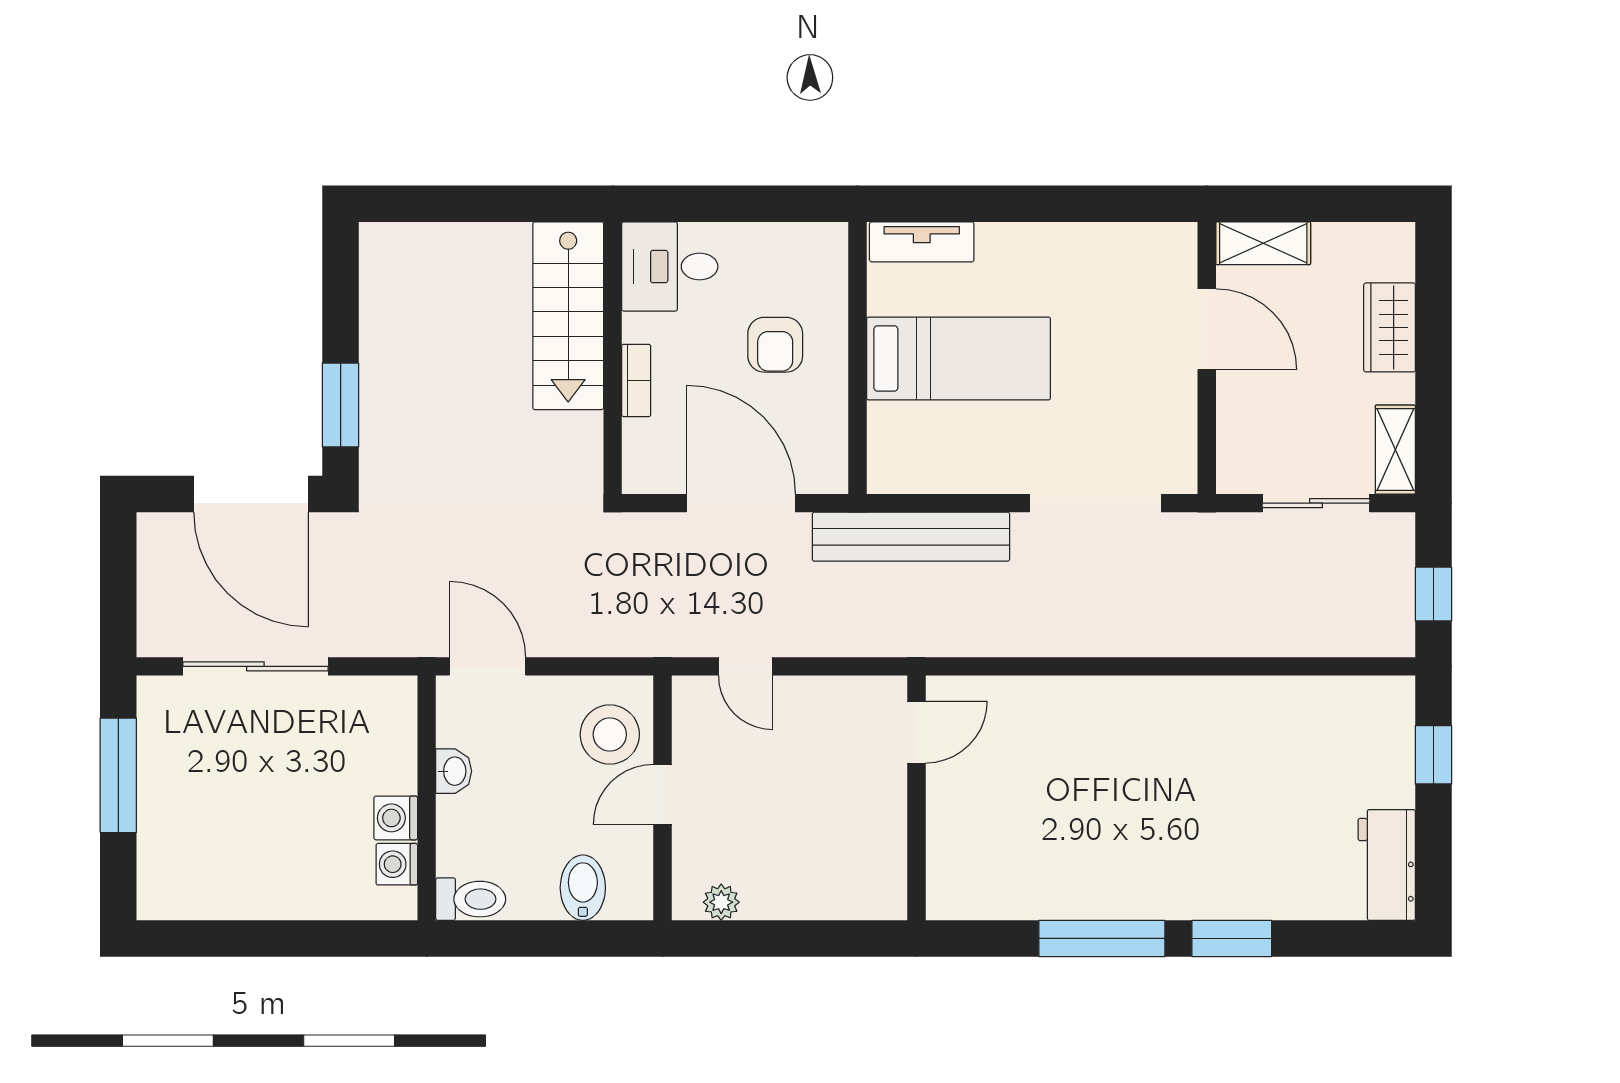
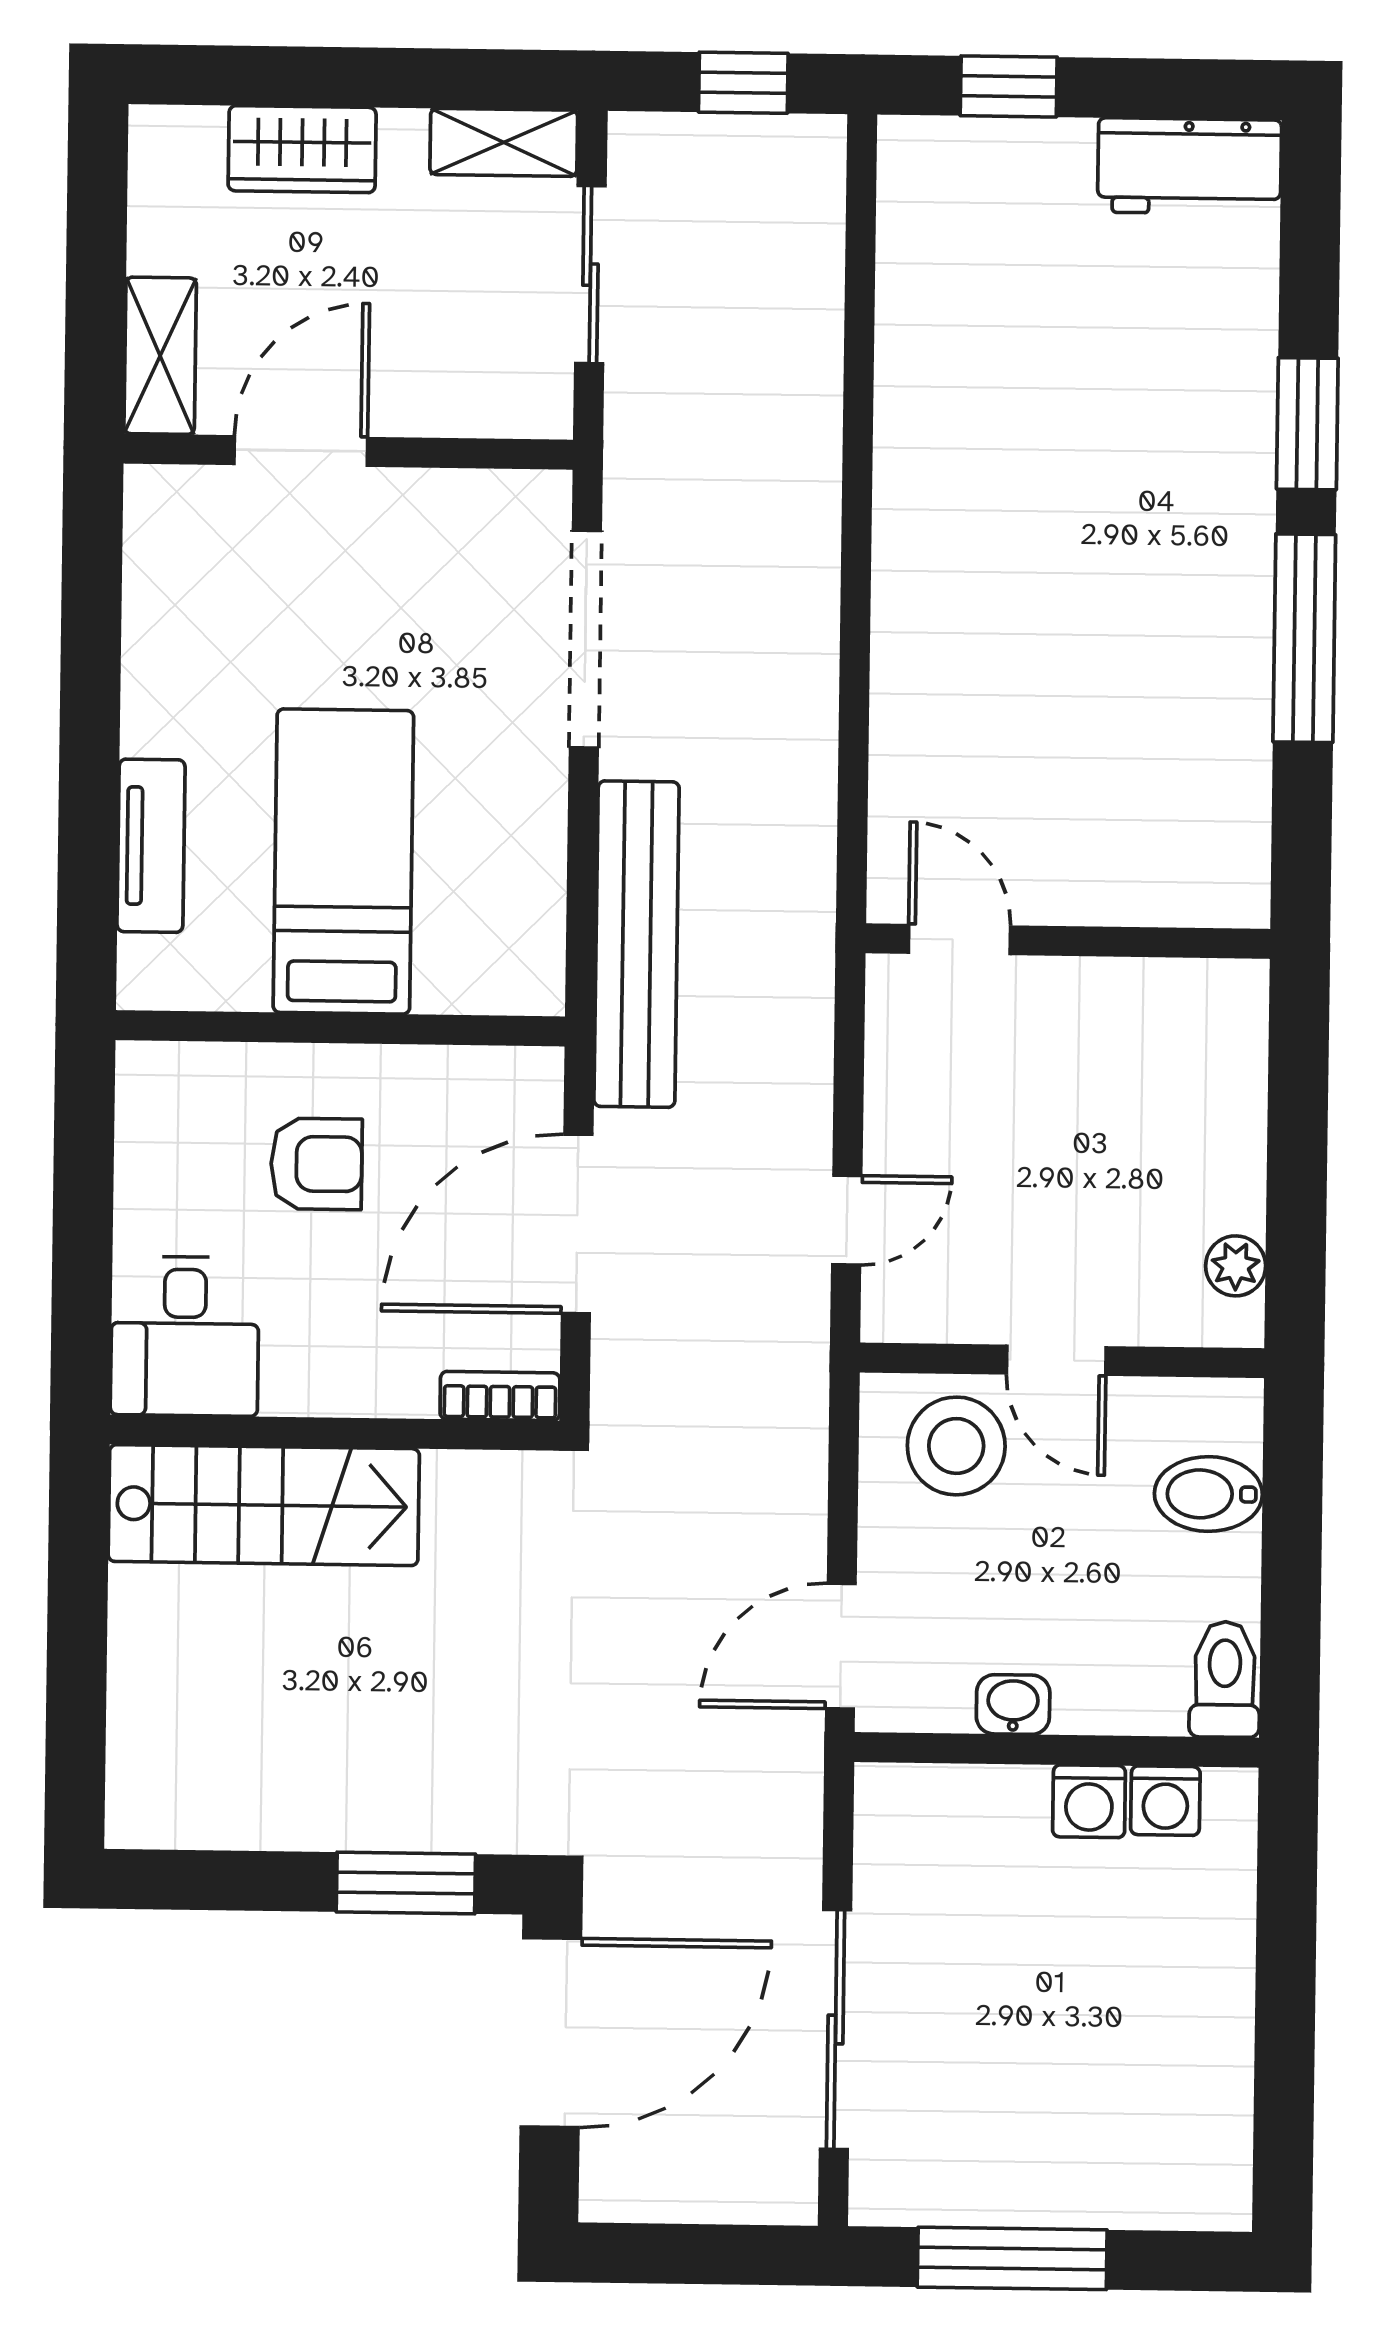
tv unit: (922, 242) -> (151, 846), moved
bookcase: (636, 381) -> (500, 1396), moved

